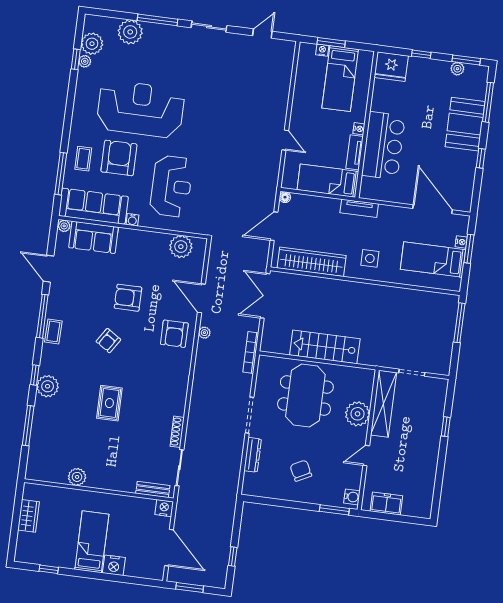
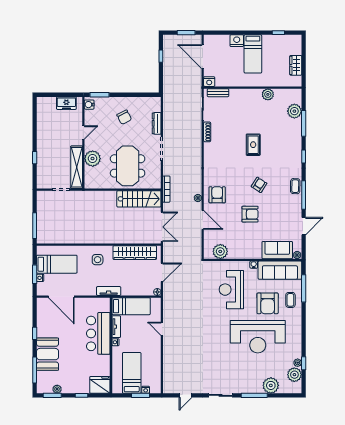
door: (48, 269) -> (304, 226), hinge flipped
stairs: (325, 347) -> (139, 199), moved
plant: (48, 386) -> (294, 111), moved

